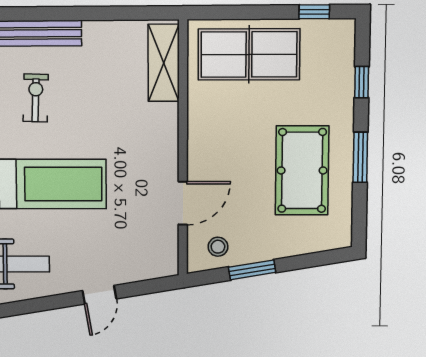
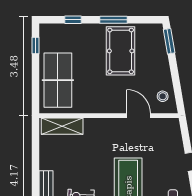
pool table: (302, 170) -> (121, 51), turned 90
window: (252, 270) -> (169, 41), moved

